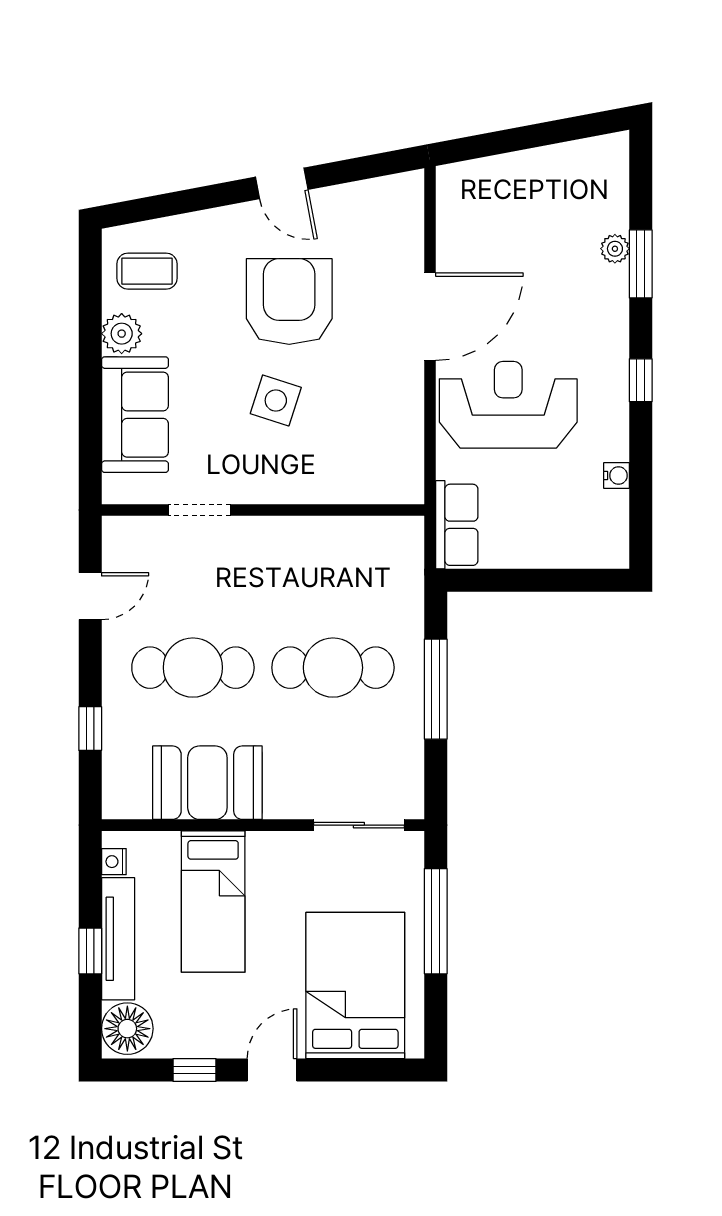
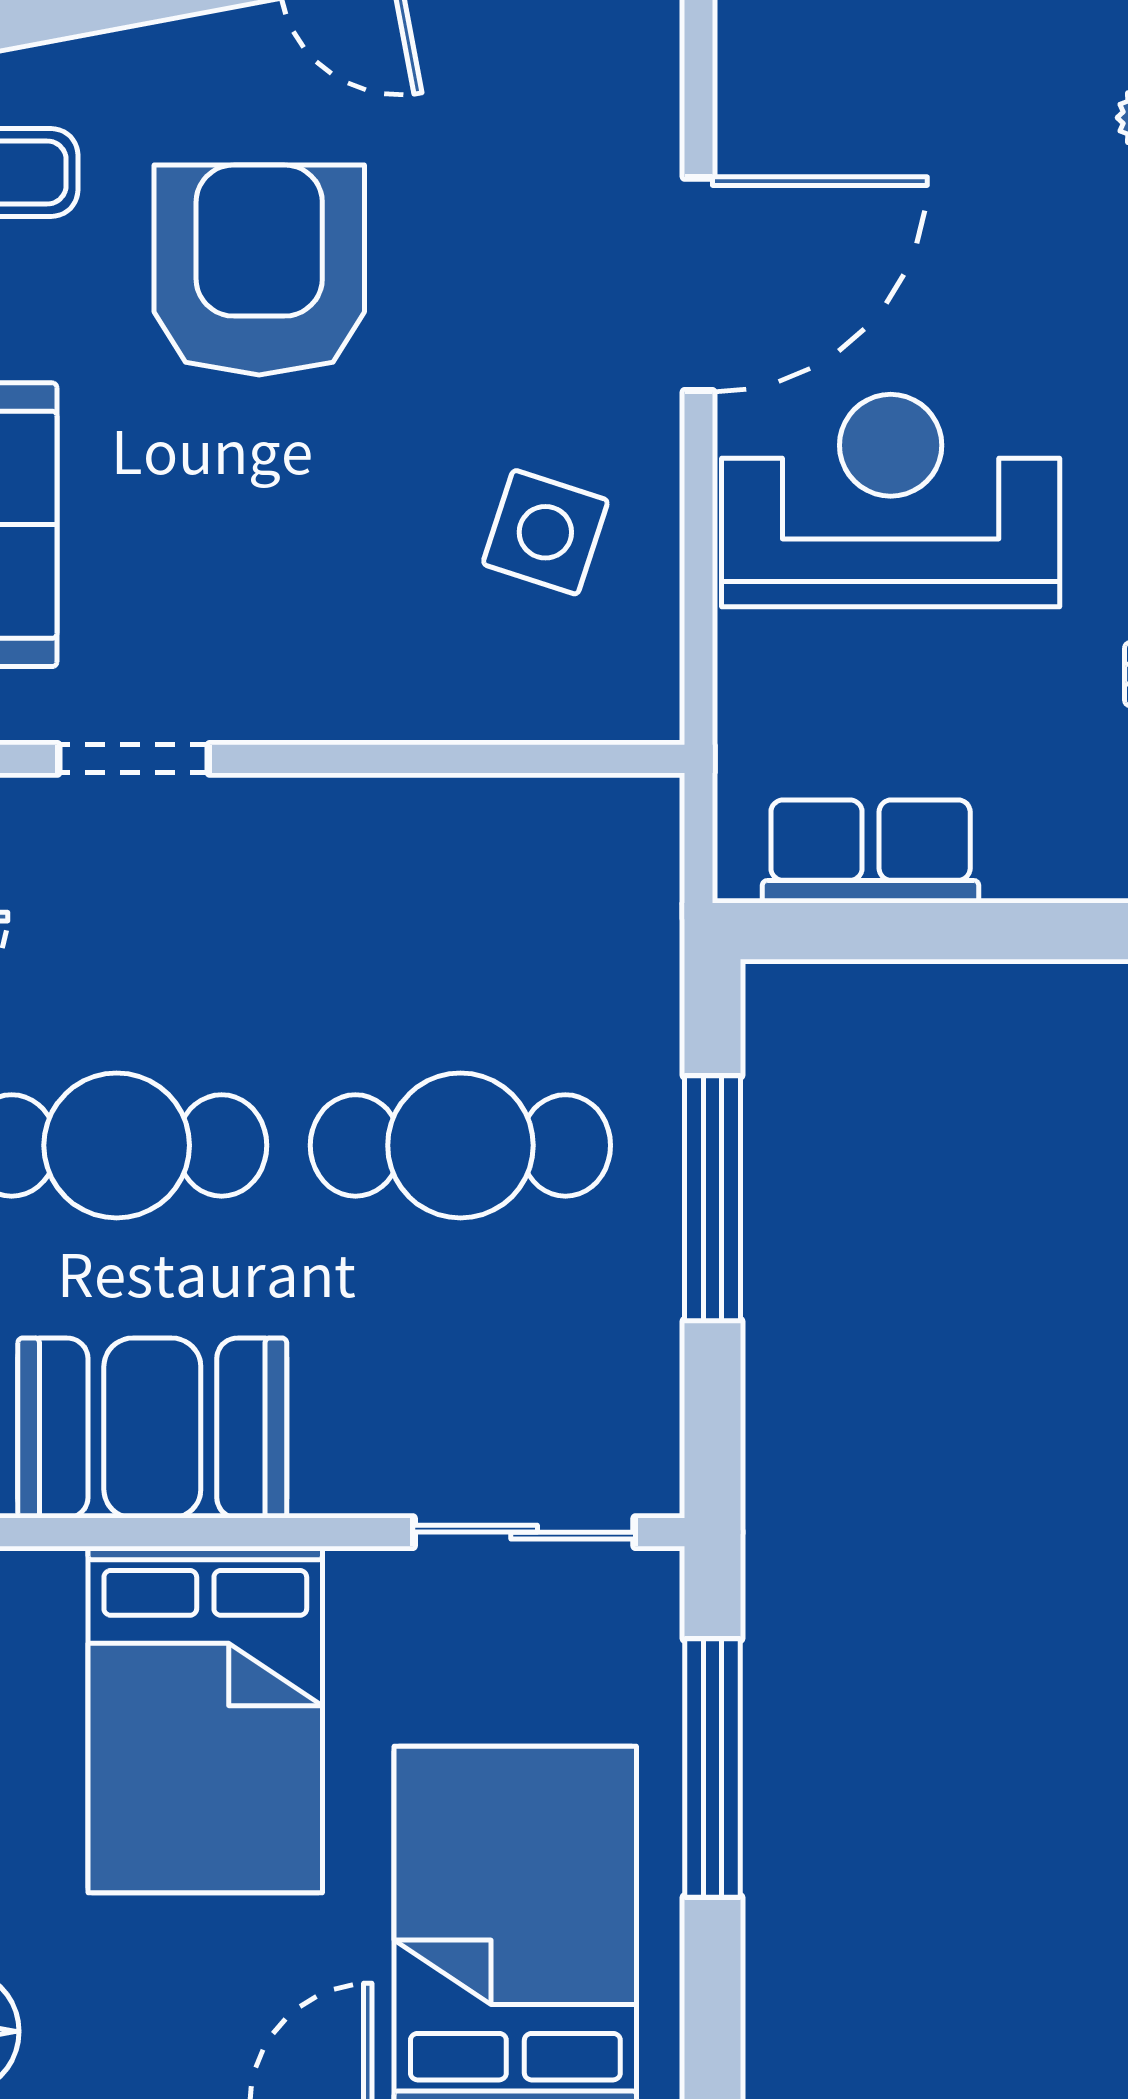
armchair: (289, 302) -> (259, 270), moved
side table: (276, 400) -> (545, 532), moved
row of seats: (457, 525) -> (871, 851), moved, turned -90
bed: (213, 901) -> (205, 1720), width x1.50

